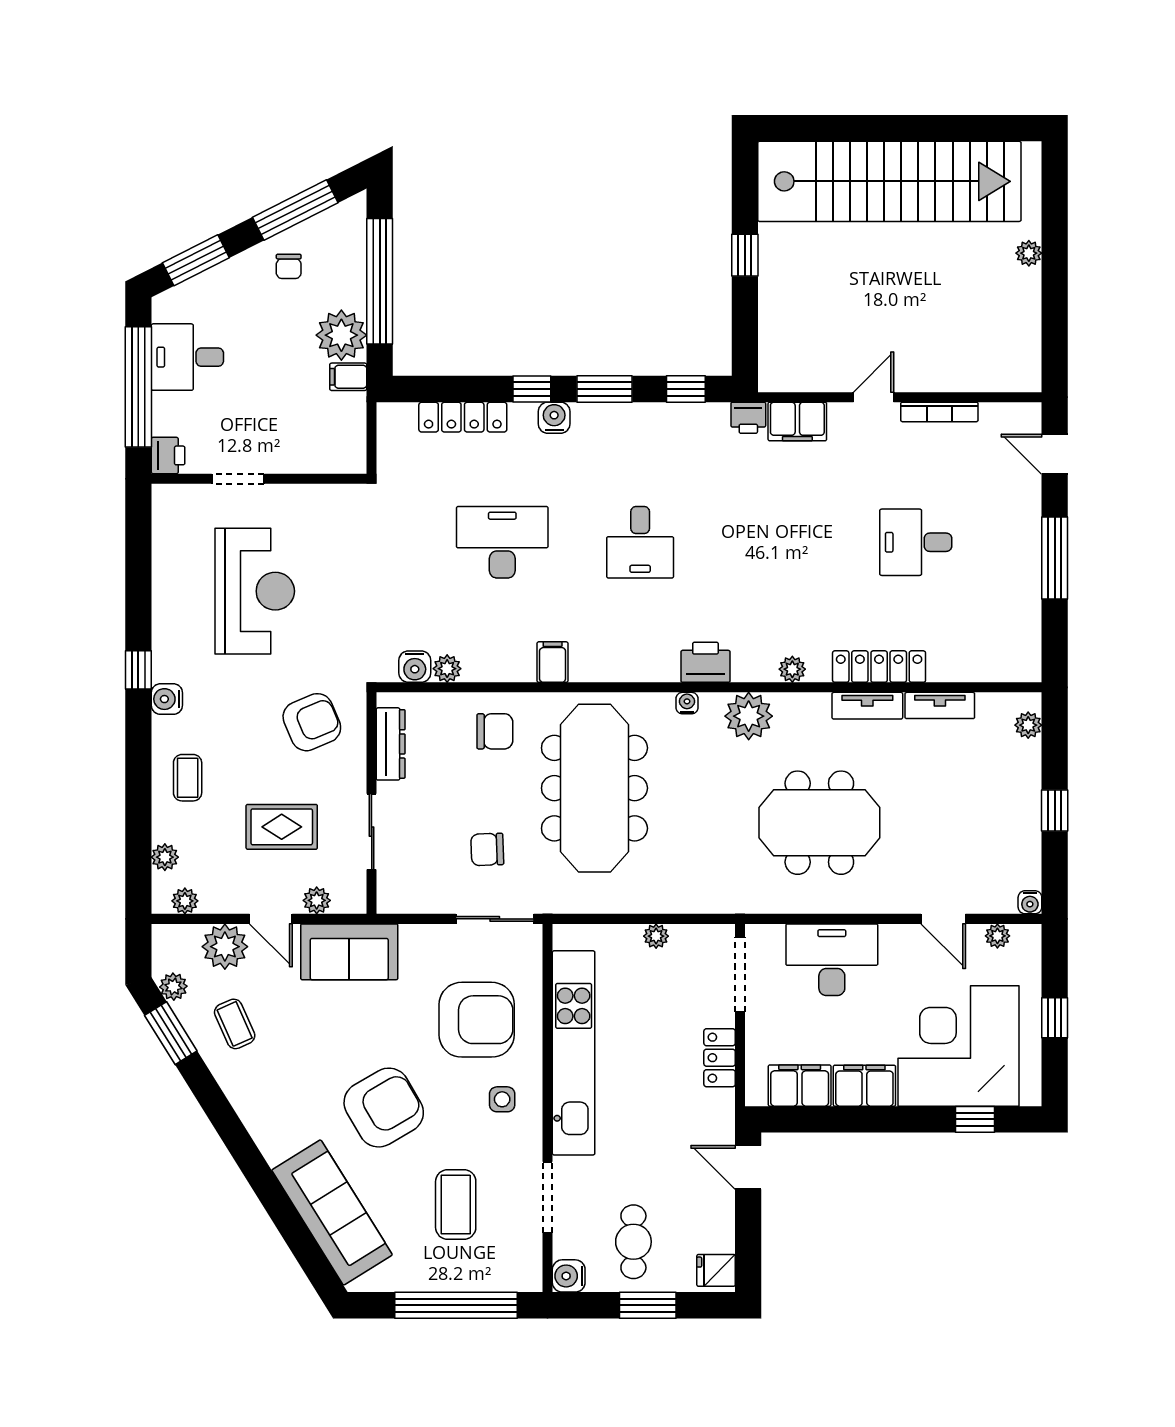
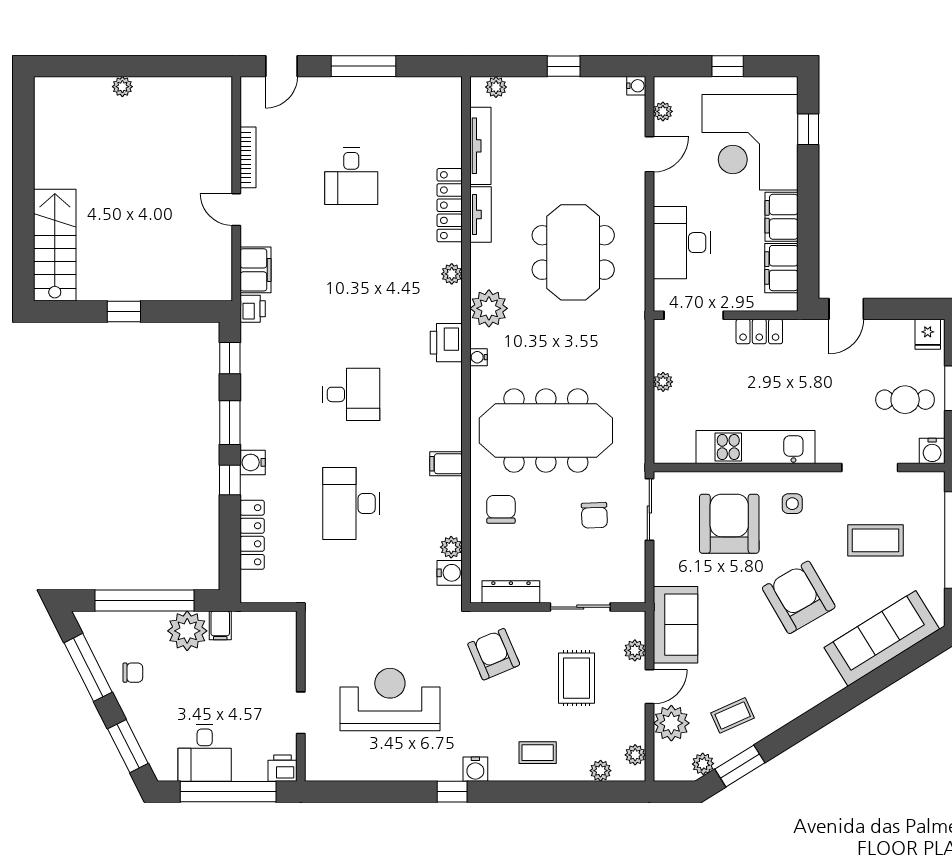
stairs: (889, 181) -> (55, 245), width x0.54, depth x0.66
tv unit: (940, 705) -> (480, 146), width x1.41
kitchen unit: (574, 1053) -> (755, 447), width x0.73

